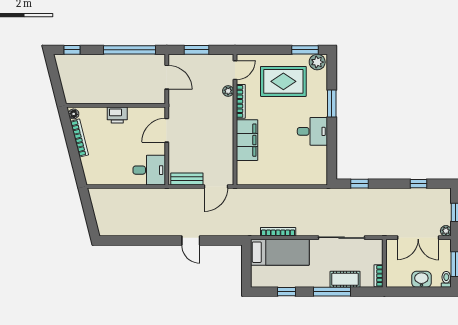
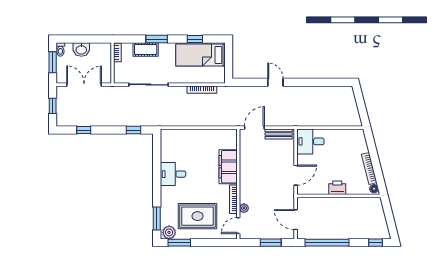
window: (332, 103) -> (157, 218), moved
plant: (446, 231) -> (61, 90), removed
bed: (280, 252) -> (200, 55), moved
window: (332, 292) -> (157, 39), width x0.69

